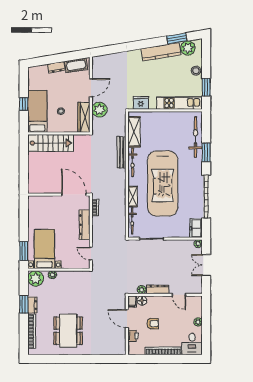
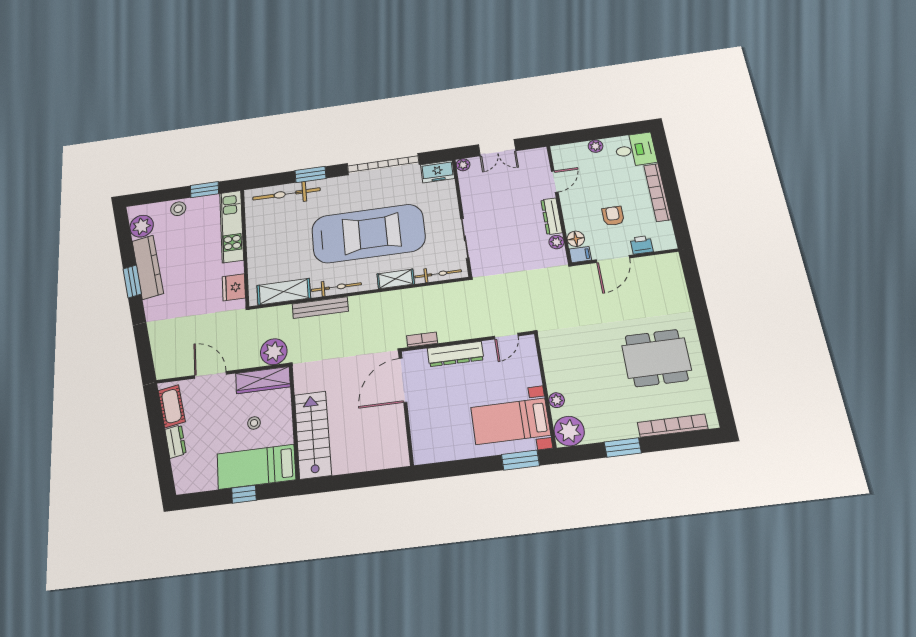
window: (177, 39) -> (132, 281), moved
plant: (99, 110) -> (274, 352), moved
dresser: (32, 305) -> (621, 431), removed

